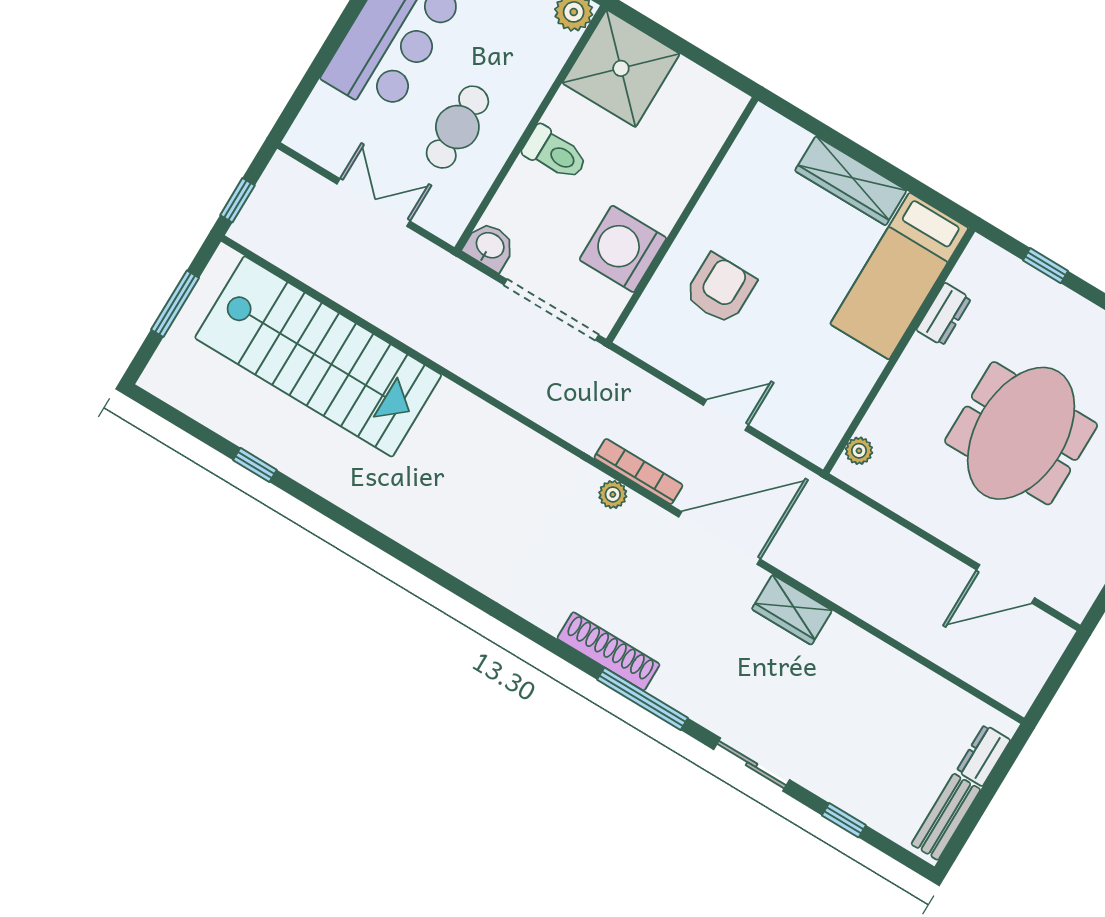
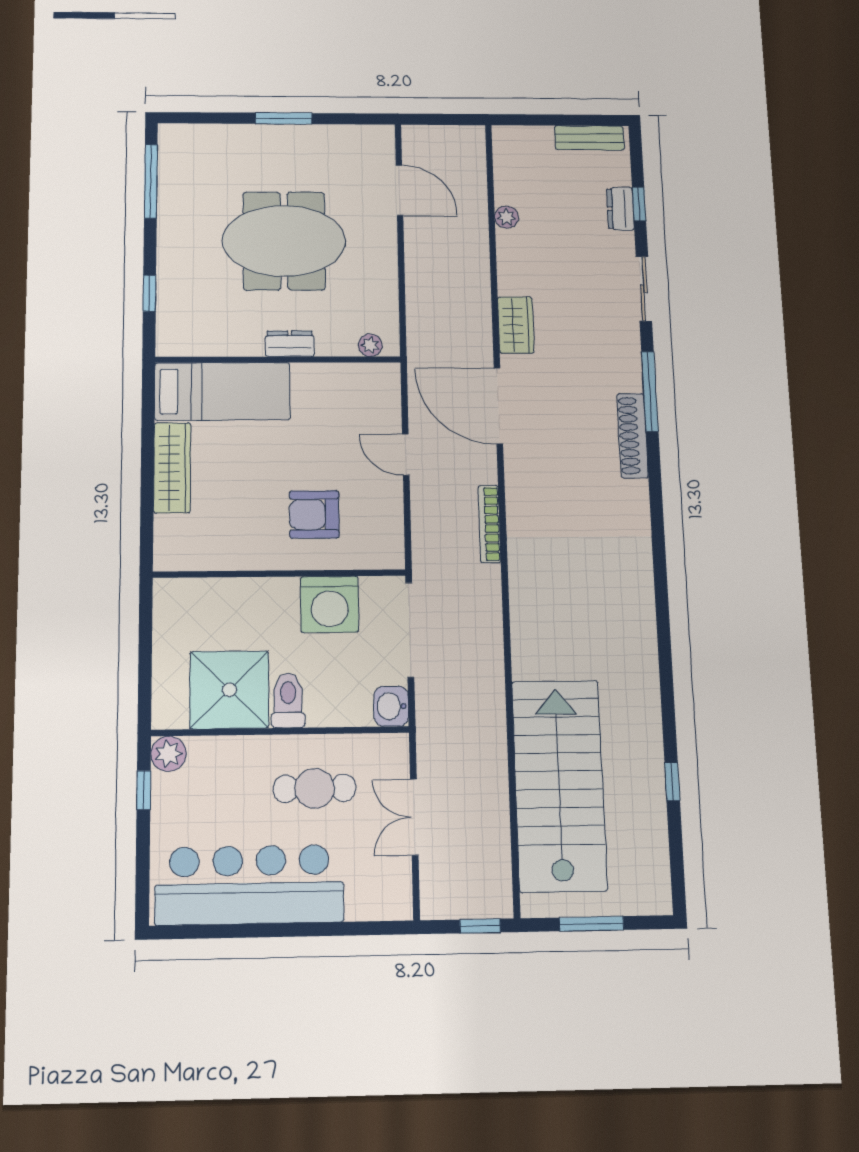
shower: (621, 68) -> (229, 690), moved
dresser: (944, 314) -> (290, 344), moved
bookcase: (638, 471) -> (489, 524), moved
plant: (613, 494) -> (506, 217), moved
dresser: (983, 755) -> (620, 209), moved, turned 90

